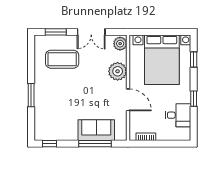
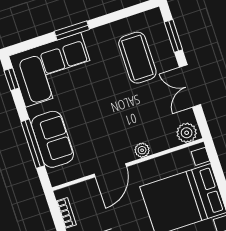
plant: (118, 71) -> (142, 150), width x0.53, depth x0.53
corner sofa: (52, 115) -> (53, 70), added

